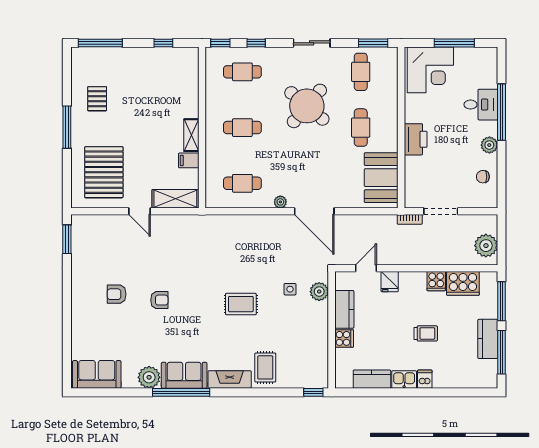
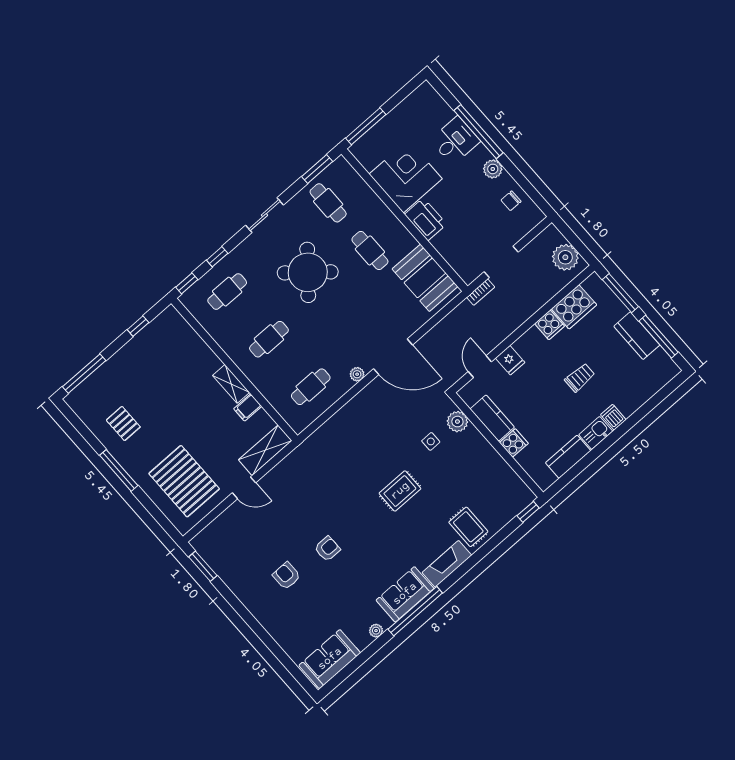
window: (454, 43) -> (366, 126), moved
corner desk: (430, 70) -> (406, 176), moved, turned -90
armchair: (117, 294) -> (286, 576), turned 90
plant: (149, 377) -> (376, 631), width x0.53, depth x0.53

